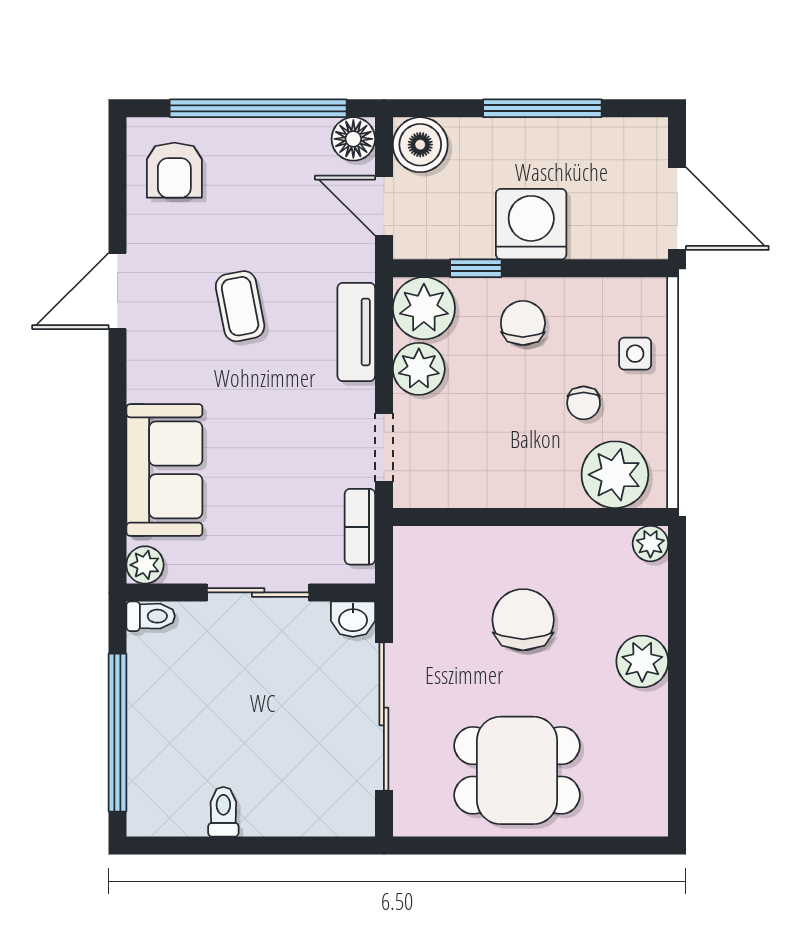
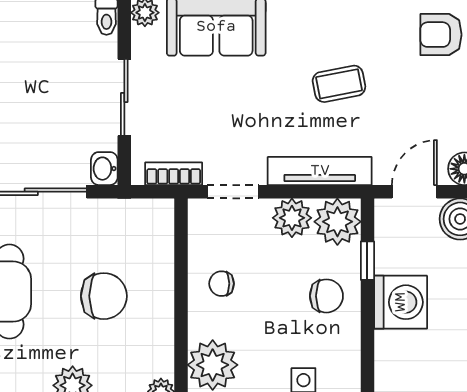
tv unit: (356, 332) -> (320, 171), width x1.41
chair: (584, 403) -> (222, 284), moved

